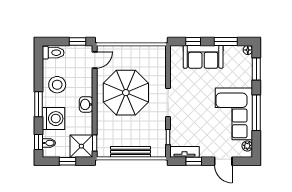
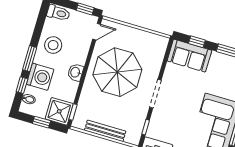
sofa: (203, 57) -> (189, 56), moved
window: (39, 142) -> (22, 85), moved

